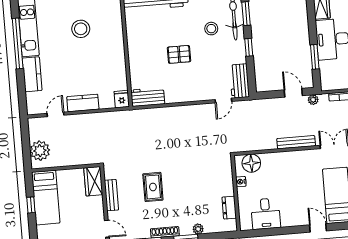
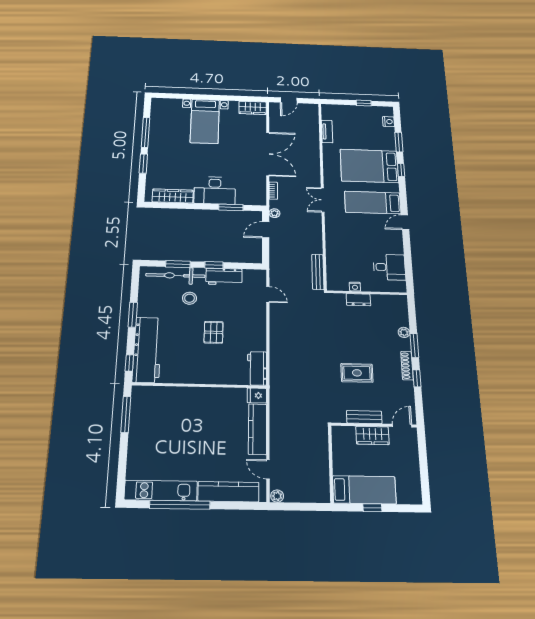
stool: (81, 29) -> (172, 432), removed
kitchen counter: (32, 74) -> (228, 492), width x1.50
workbench: (239, 81) -> (224, 277), moved
kitchen counter: (83, 103) -> (257, 429), width x1.50
bench: (296, 142) -> (318, 272), moved
plant: (40, 151) -> (277, 496), moved, width x0.53, depth x0.53
floor lamp: (251, 163) -> (336, 275), removed
wardrobe: (93, 181) -> (372, 435), moved
dresser: (229, 208) -> (358, 300), moved

